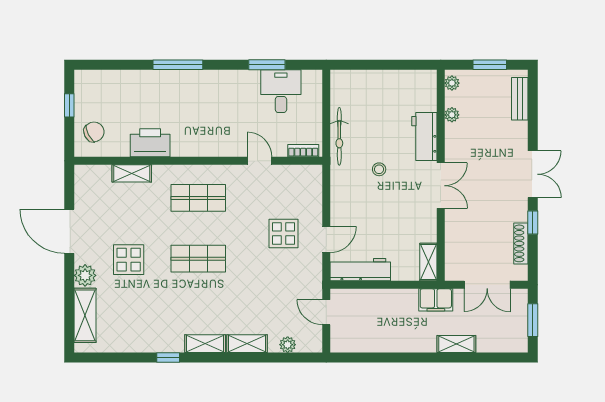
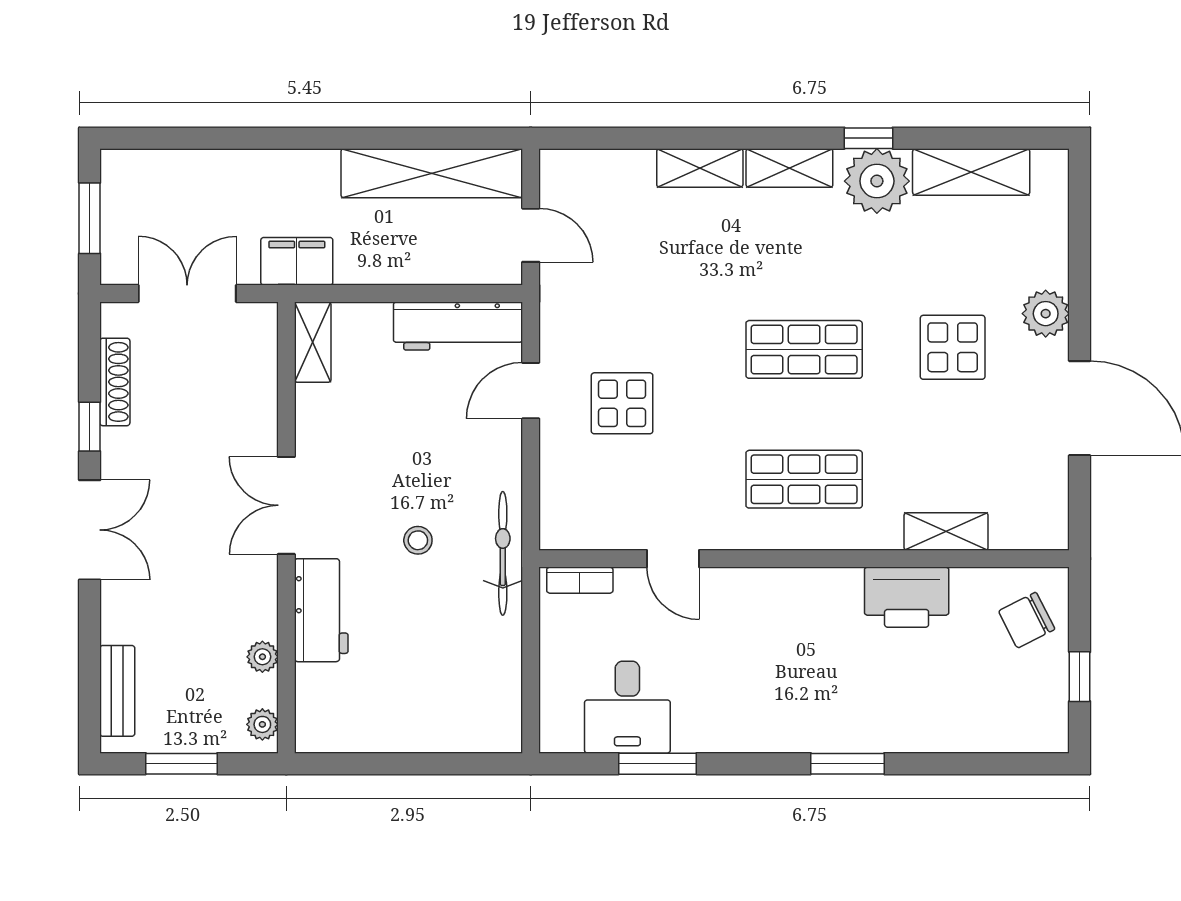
window: (178, 65) -> (848, 764), width x0.69
bicycle: (339, 136) -> (503, 553), moved
double door: (533, 174) -> (90, 530), swing flipped
shelving: (85, 315) -> (971, 172), moved, turned 90
shelving: (456, 344) -> (432, 173), moved, width x2.20, depth x1.33
plant: (288, 345) -> (877, 181), moved, width x1.87, depth x1.87

